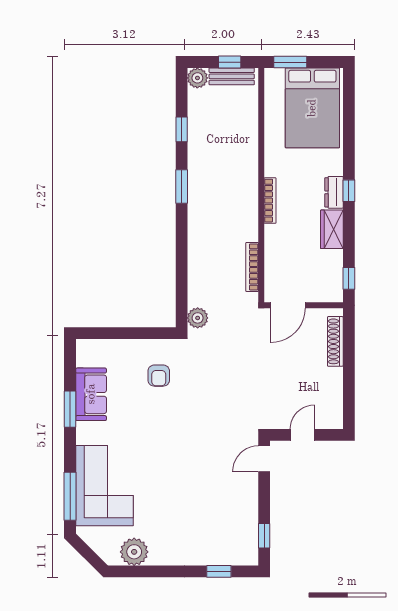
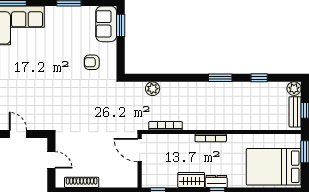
plant: (198, 318) -> (153, 89), moved
window: (104, 333) -> (121, 25), added
shoe rack: (335, 341) -> (82, 182), moved
sofa: (91, 394) -> (106, 24), moved, turned 90
door: (264, 459) -> (18, 134), moved

